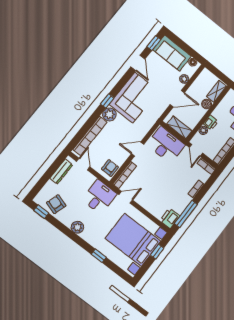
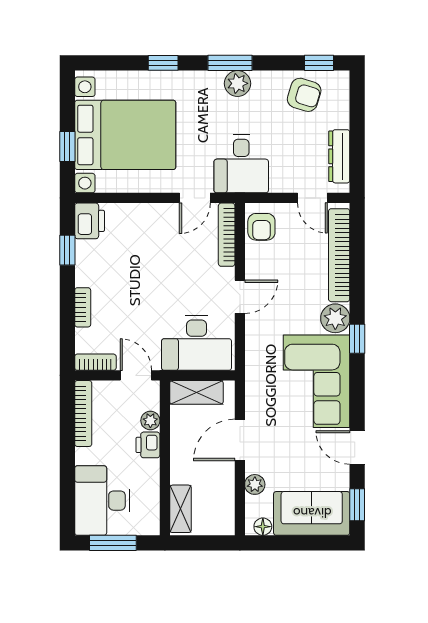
boiler: (207, 104) -> (181, 472), removed
window: (186, 214) -> (67, 250), width x0.46
window: (74, 237) -> (230, 63), added

